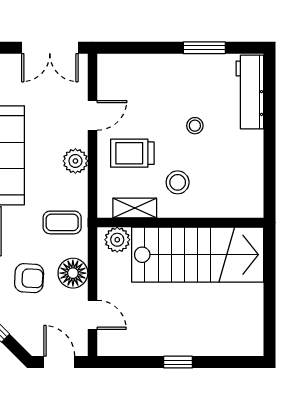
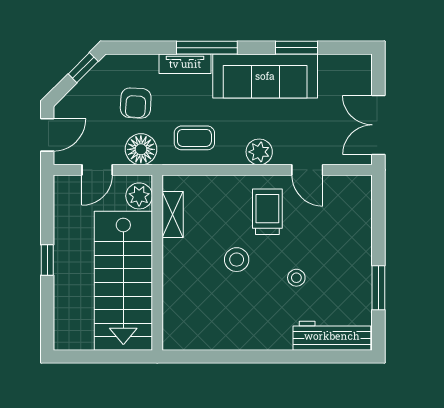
shelving: (135, 208) -> (173, 214), moved
coffee table: (62, 222) -> (194, 138), turned 90
wall: (180, 223) -> (157, 263), moved
plant: (117, 240) -> (139, 196), moved
stairs: (198, 255) -> (123, 281), moved

